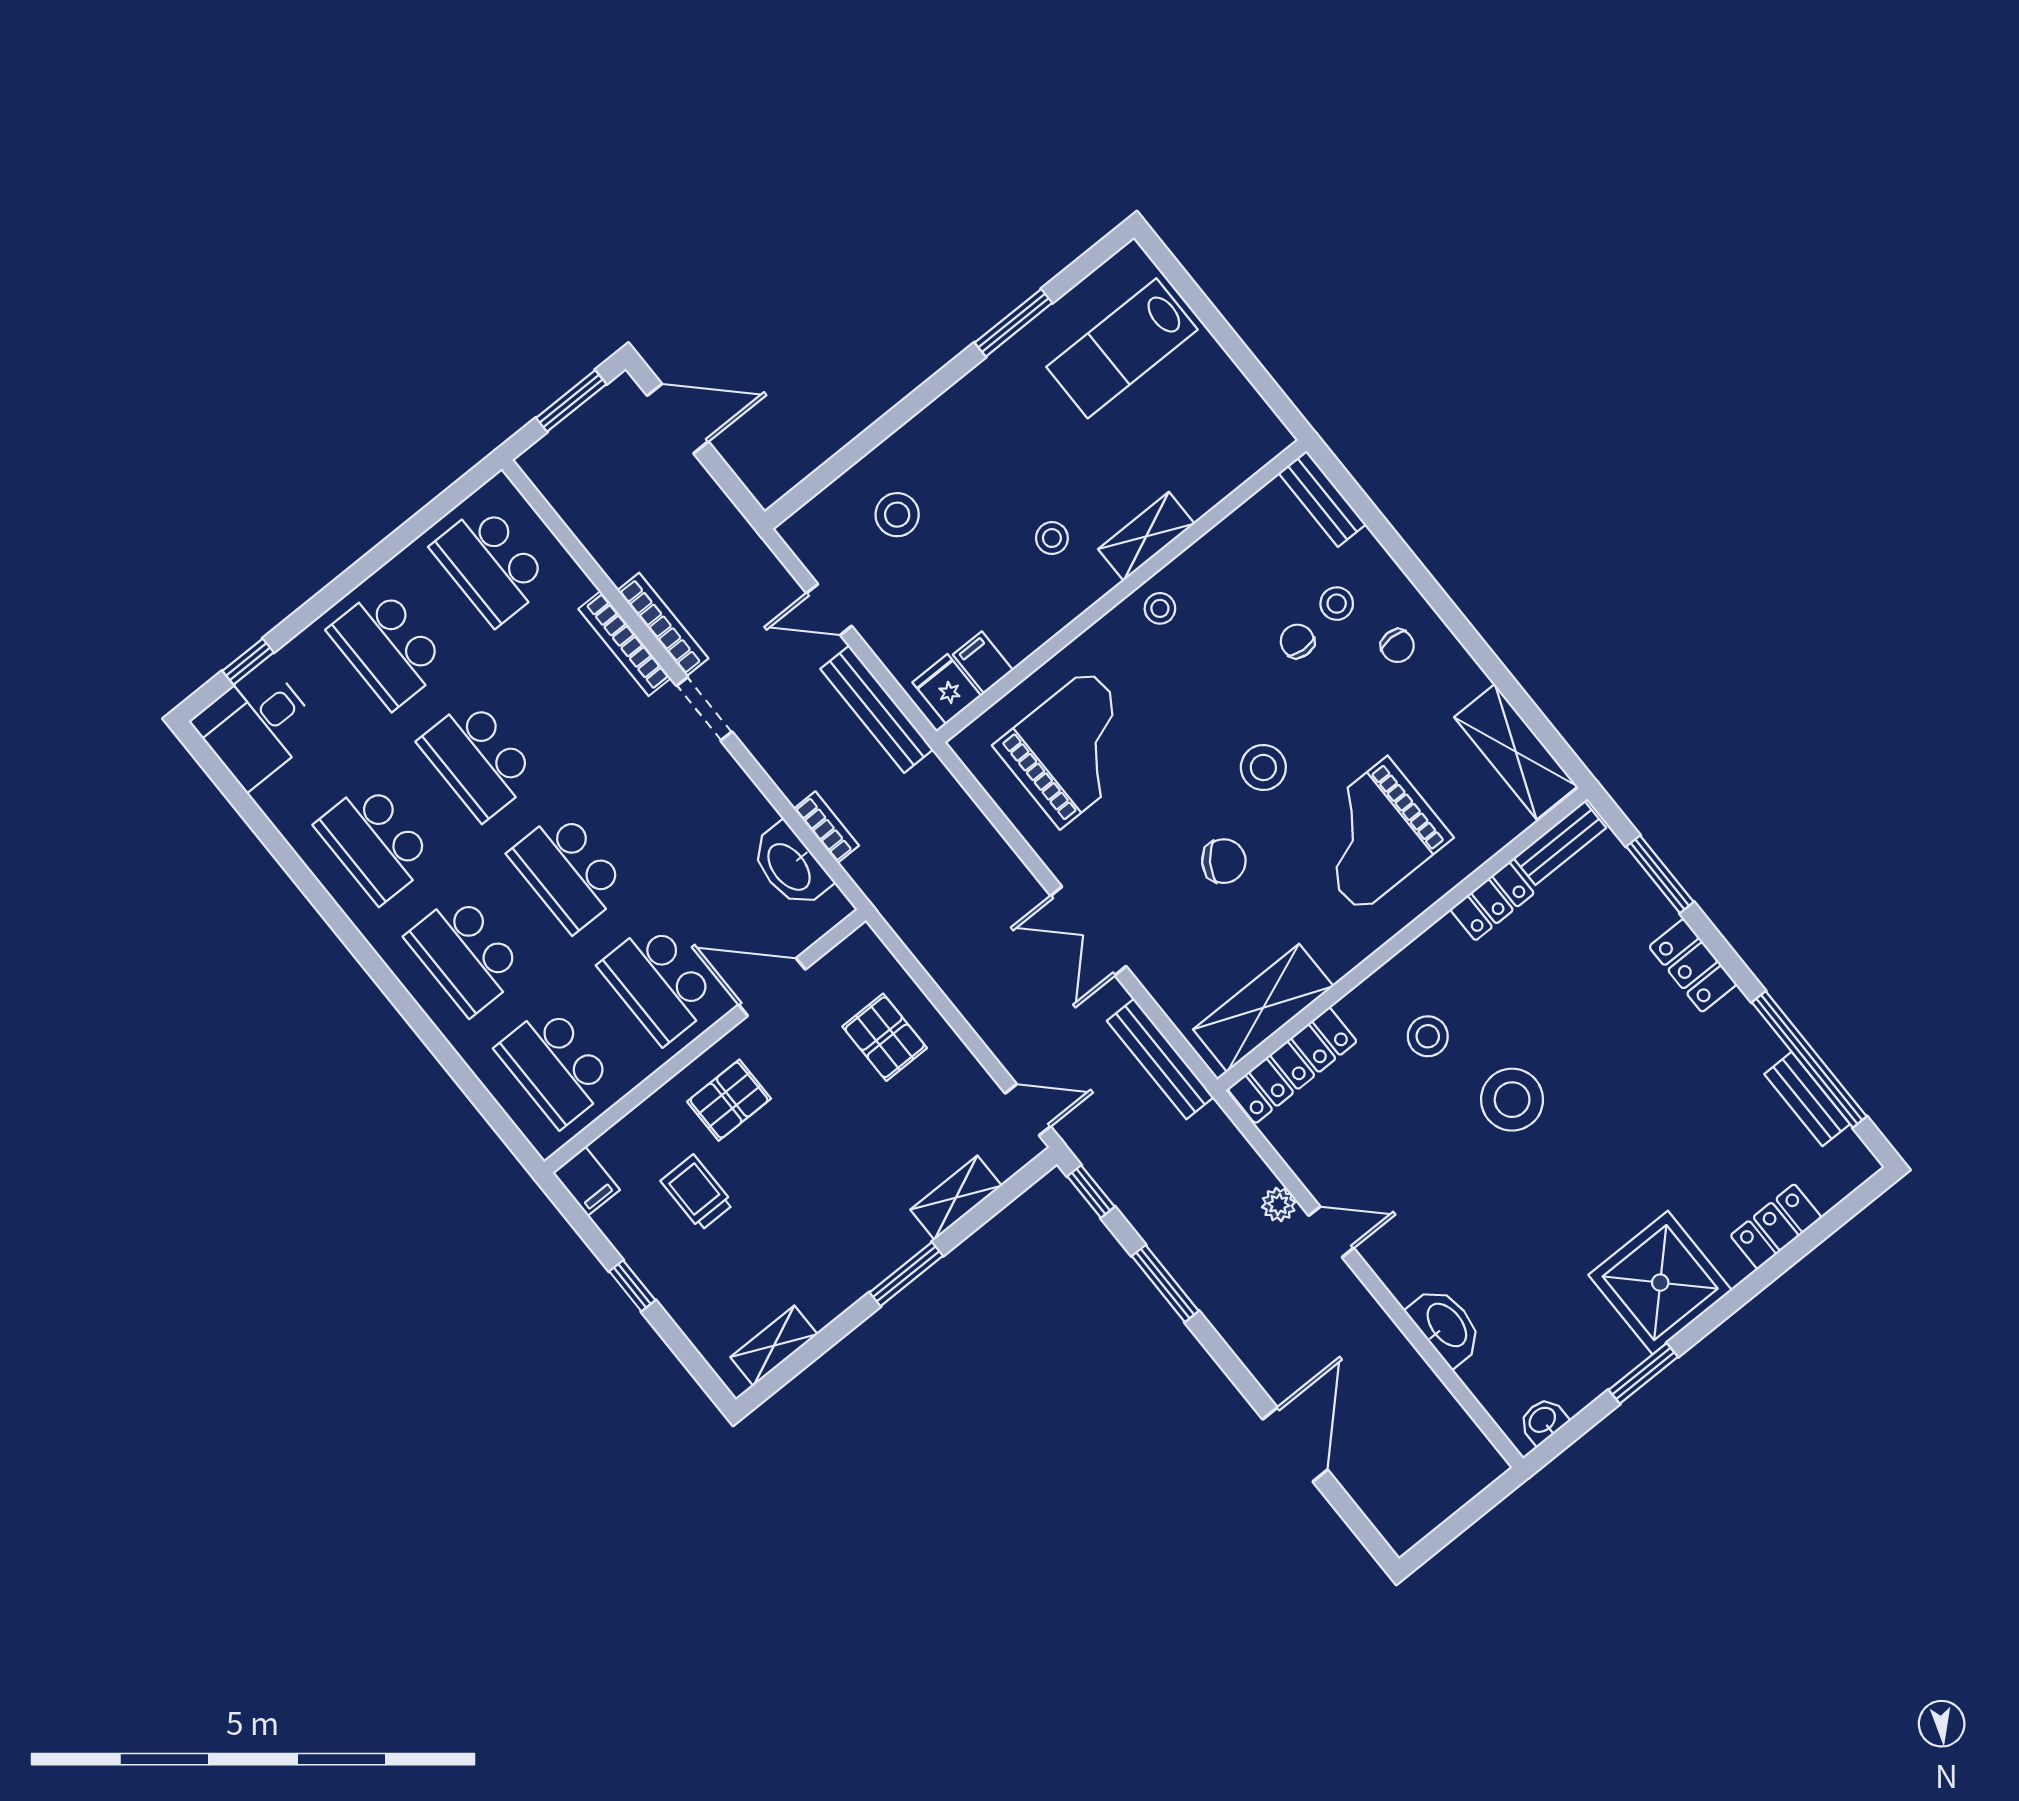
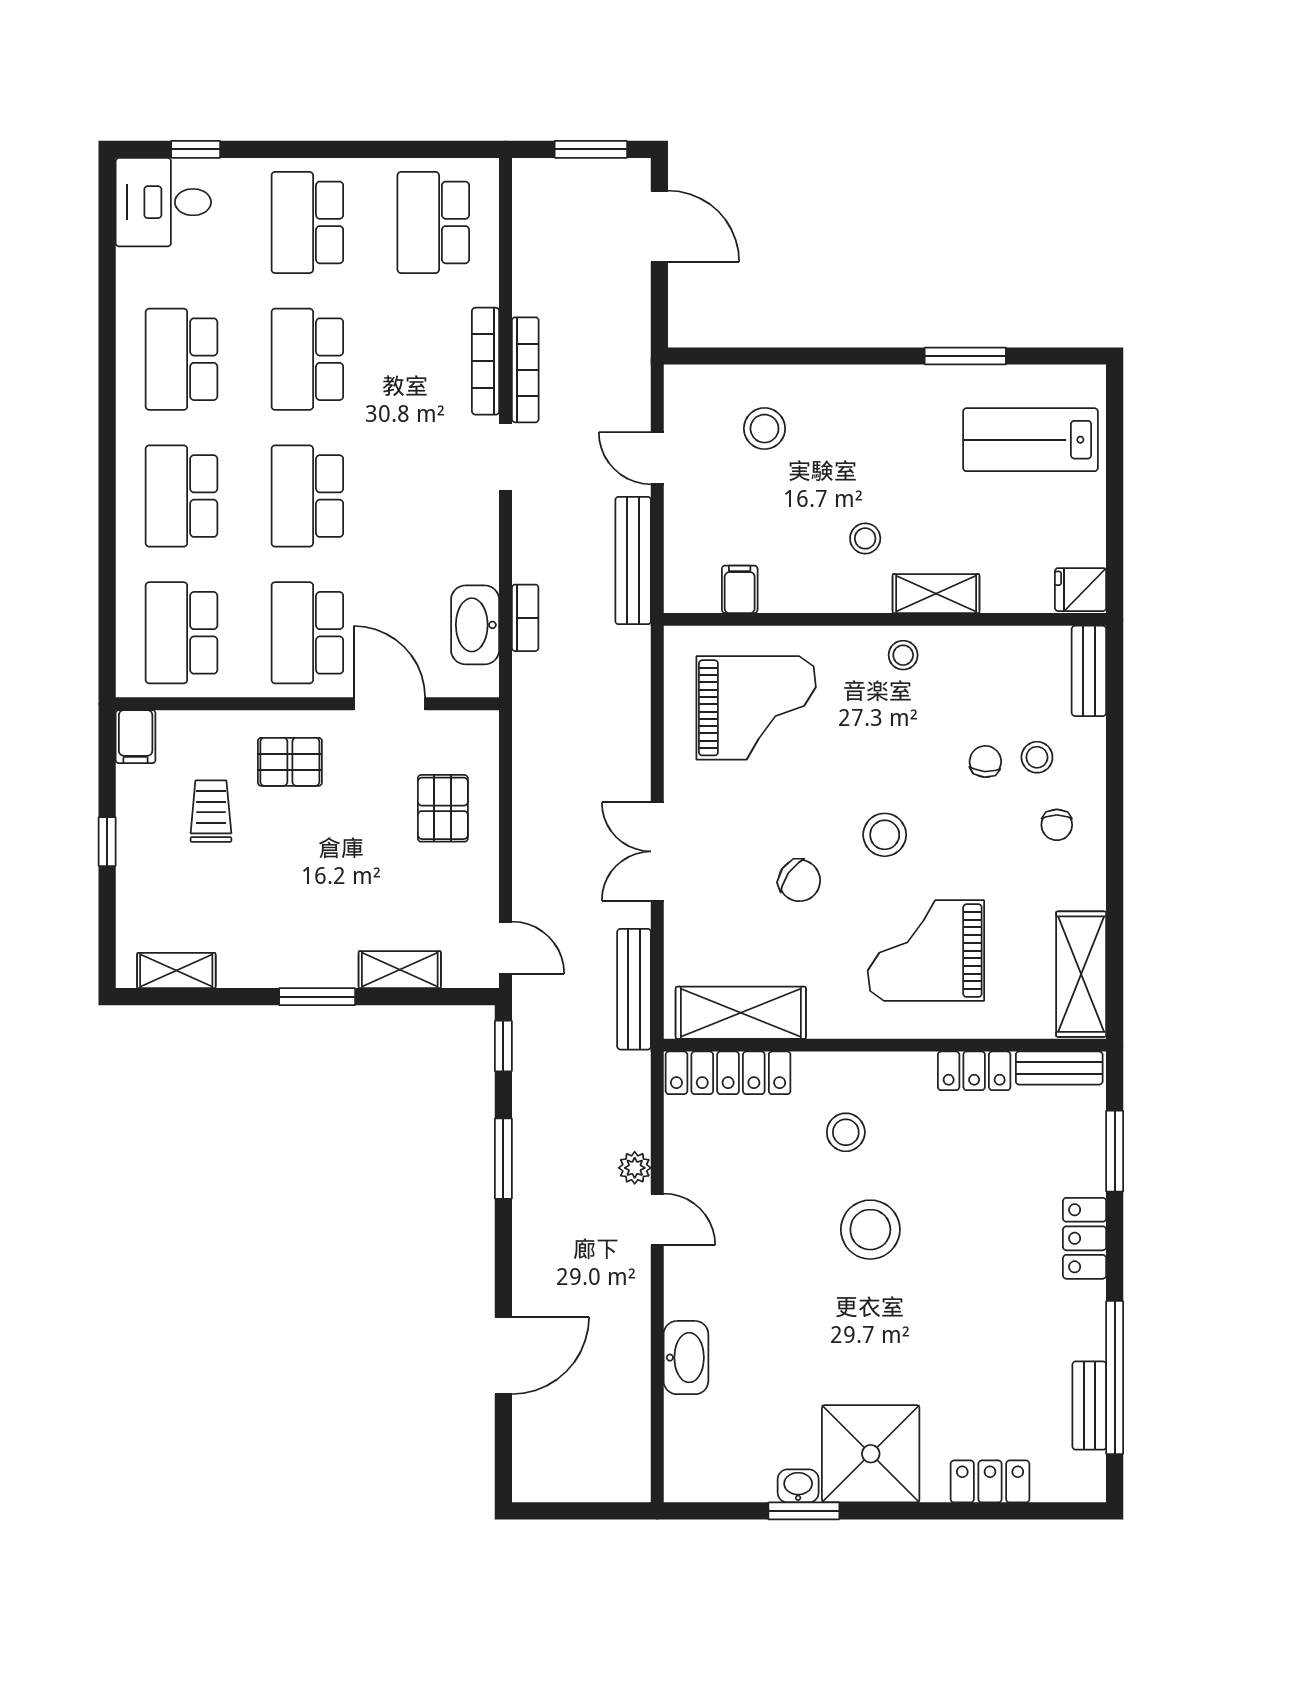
fridge: (947, 689) -> (1081, 590), moved, turned -90
washbasin: (1543, 1421) -> (798, 1486), moved

